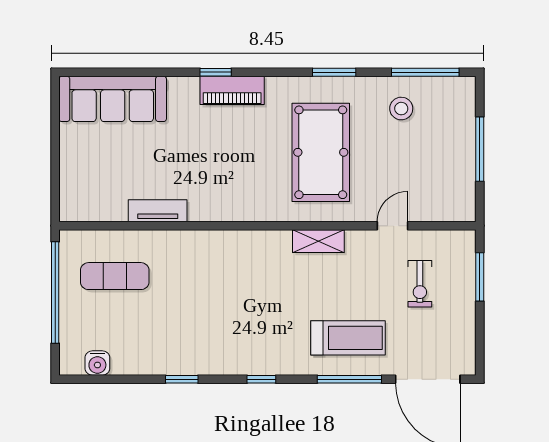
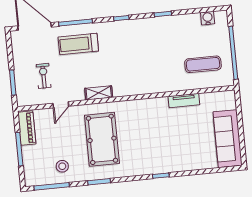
piano: (232, 90) -> (27, 128), moved, turned 90
sofa: (113, 99) -> (228, 139), moved, turned -90

